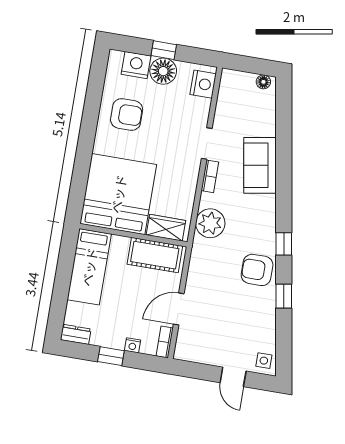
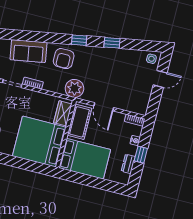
plant: (210, 223) -> (74, 88), moved
bed: (89, 267) -> (85, 159), width x1.50
armchair: (257, 270) -> (64, 59), moved
door: (179, 309) -> (104, 107), moved
dresser: (76, 334) -> (128, 164), moved

